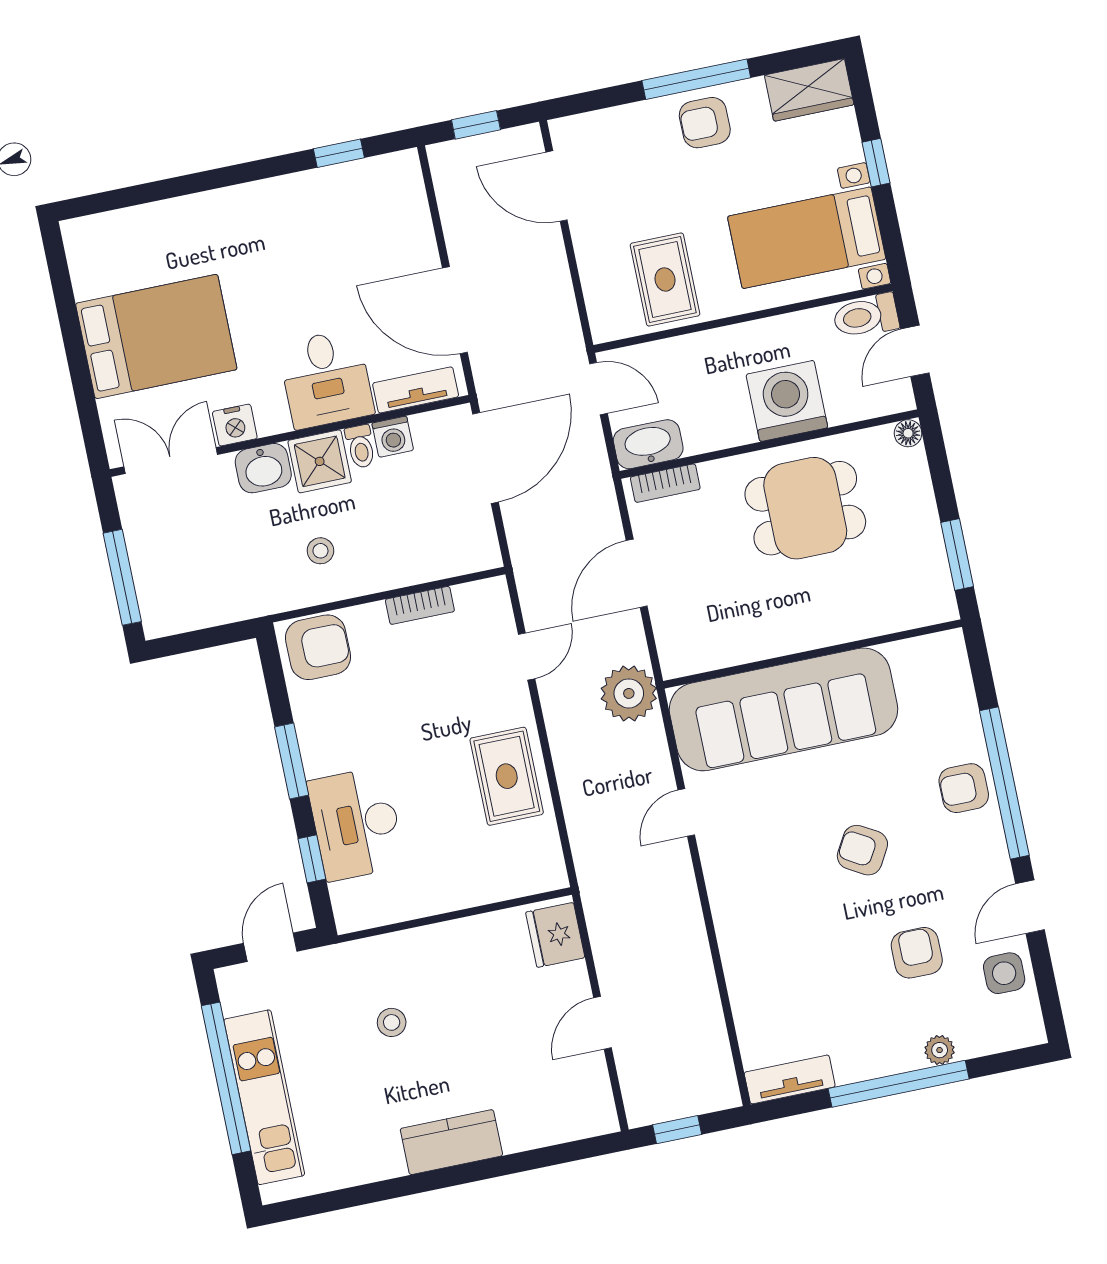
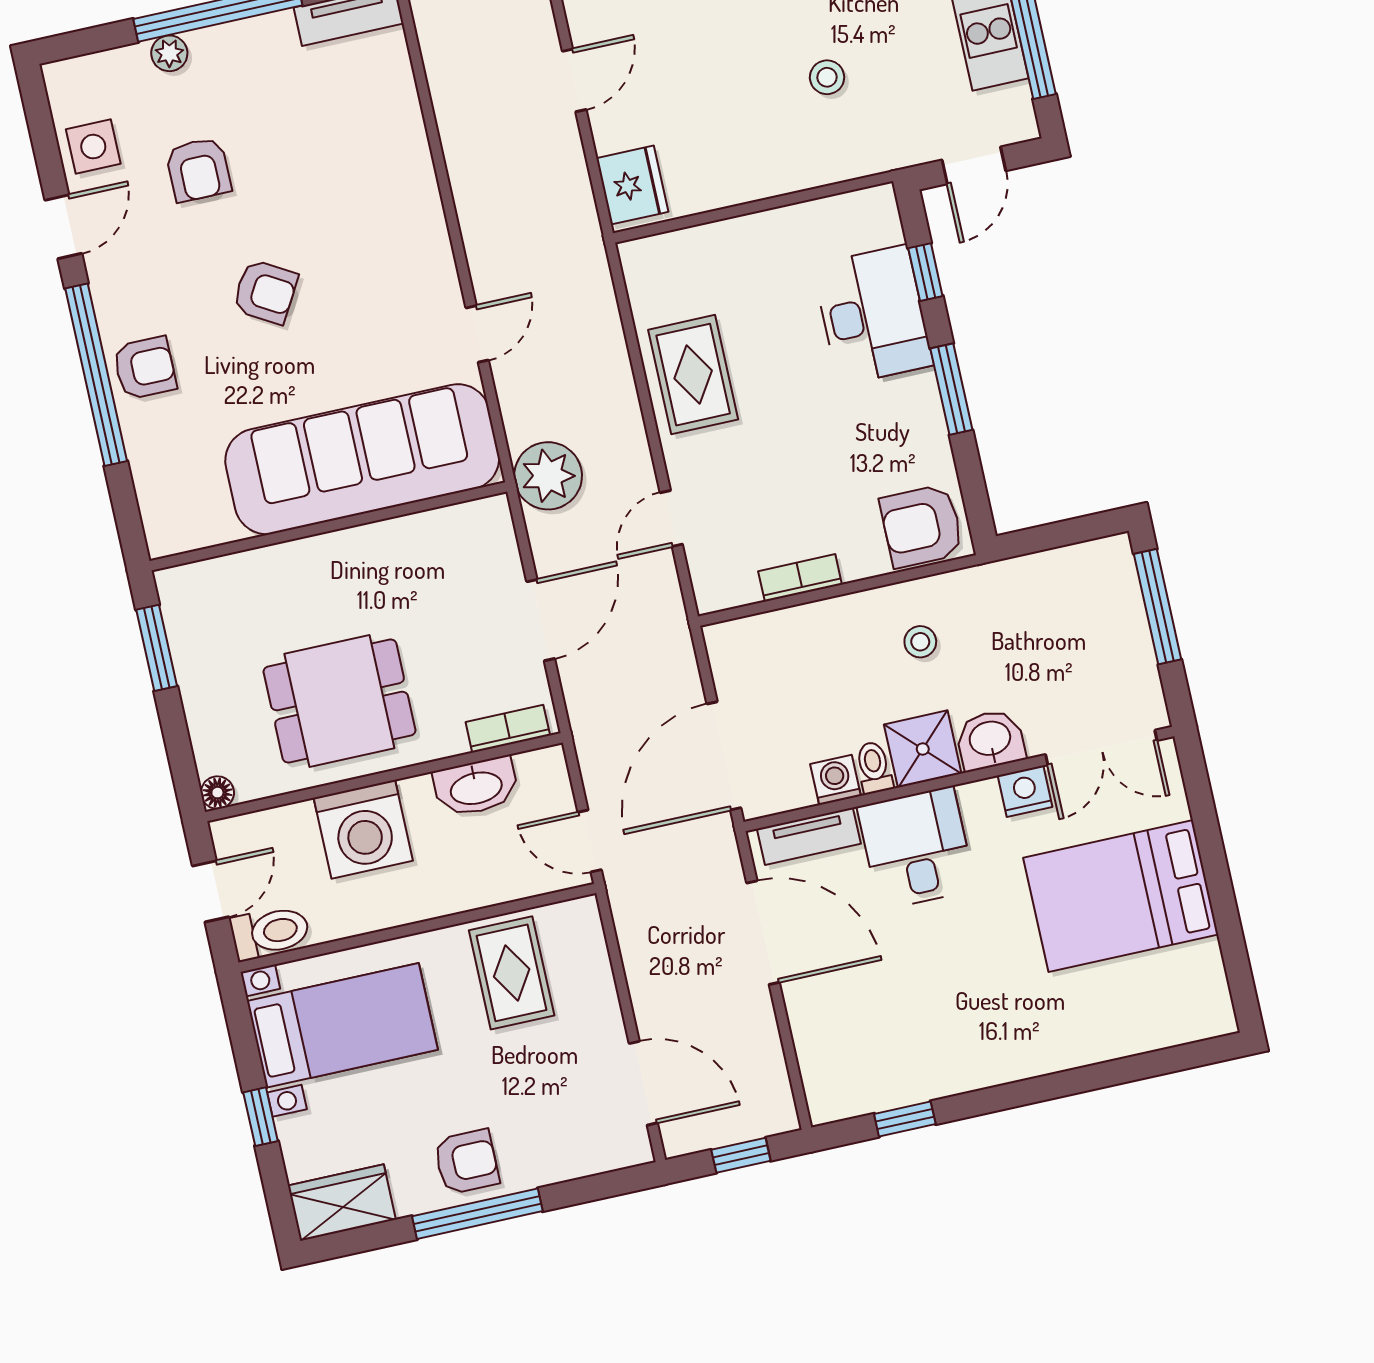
washbasin: (648, 444) -> (476, 787), moved

